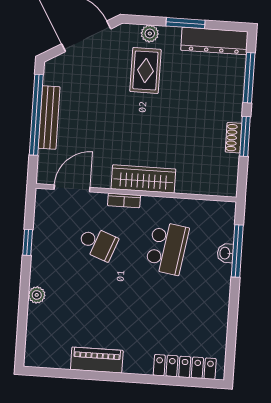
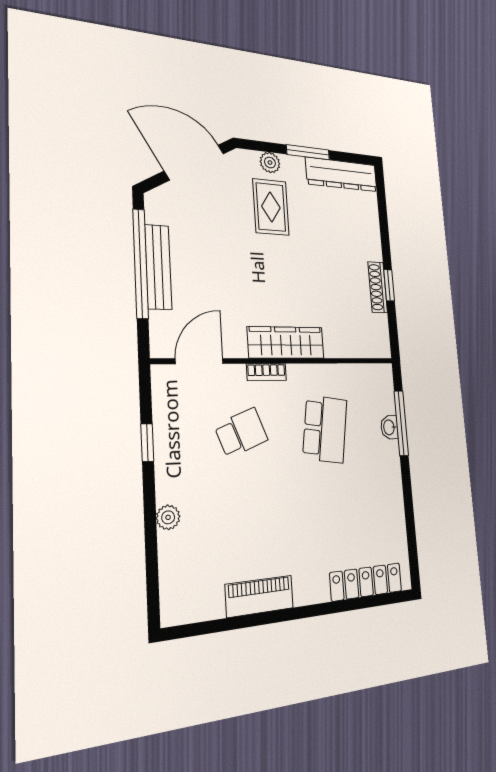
window: (249, 78) -> (383, 218), removed
window: (245, 136) -> (389, 285), width x0.67
shoe rack: (234, 138) -> (378, 287), width x1.43
school desk: (98, 243) -> (241, 433), turned -42

